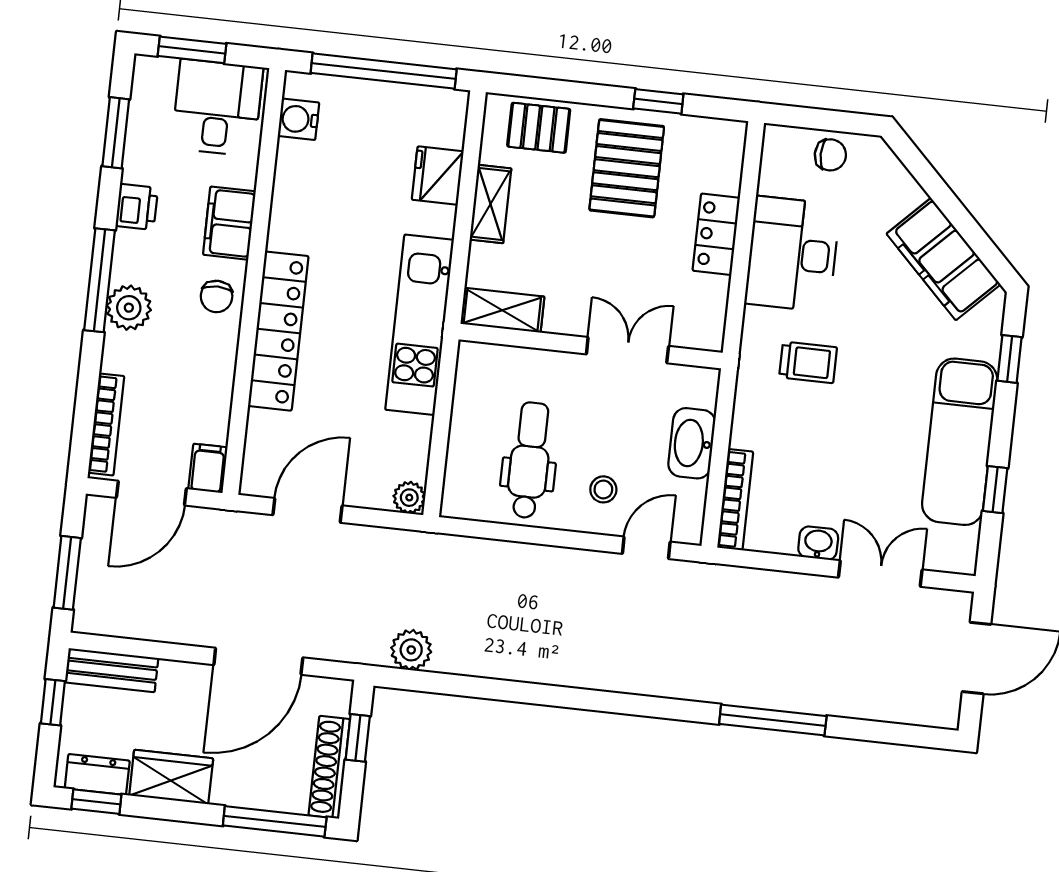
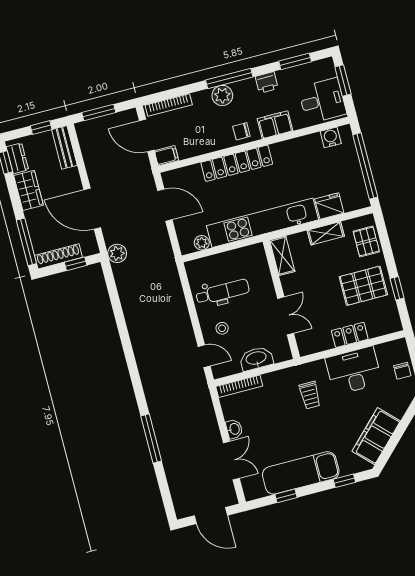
kitchen unit: (419, 325) -> (262, 223), width x1.36
plant: (409, 498) -> (202, 243), moved
plant: (411, 650) -> (117, 253), moved

